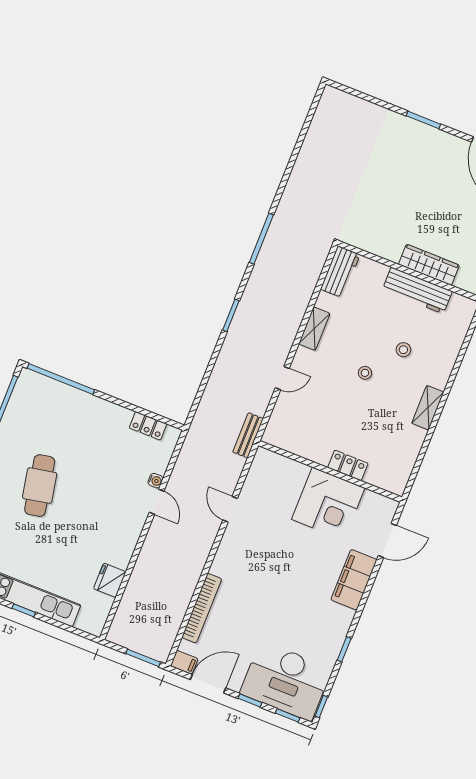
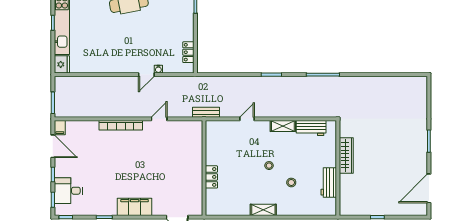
wardrobe: (429, 265) -> (346, 155), moved
workbench: (340, 272) -> (311, 128), moved
workbench: (417, 290) -> (329, 182), width x0.73
door: (282, 378) -> (247, 119), swing flipped
corner desk: (328, 504) -> (185, 174), removed
fridge: (110, 580) -> (62, 64), moved, turned 90
filing cabinet: (354, 580) -> (135, 207), moved
bookcase: (202, 608) -> (121, 125), moved
desk: (286, 681) -> (68, 191), width x0.53, depth x0.77

